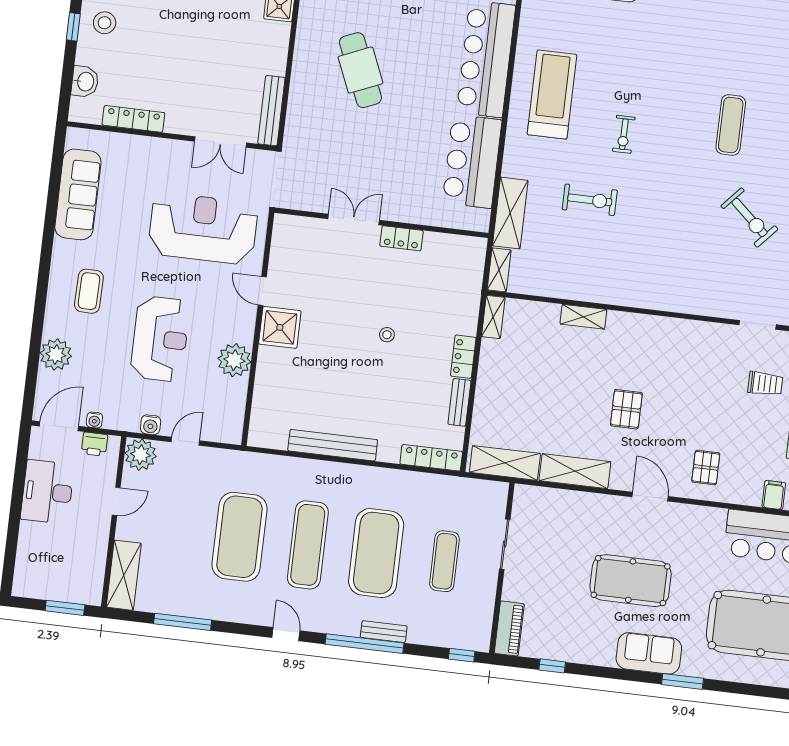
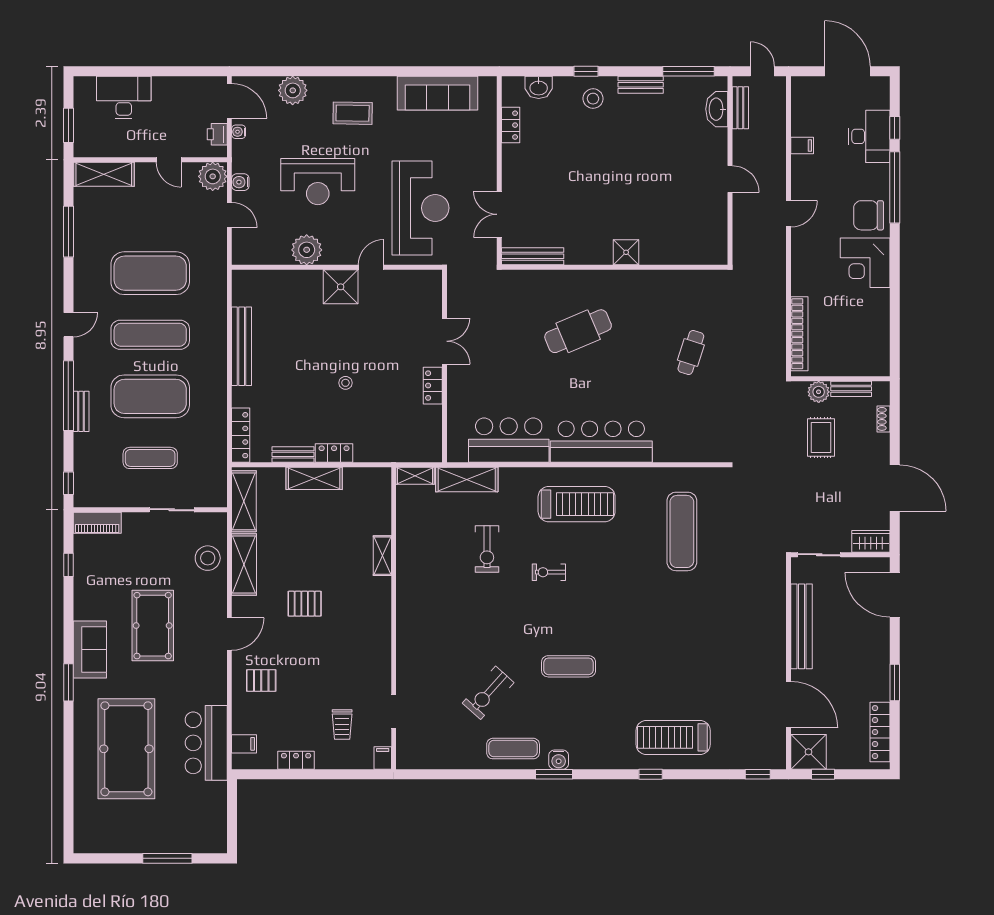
locker: (133, 119) -> (511, 125), width x0.66
shelving: (493, 317) -> (314, 478), moved, width x1.50, depth x1.33
desk: (47, 492) -> (124, 97), moved
stool: (563, 511) -> (208, 558), added

